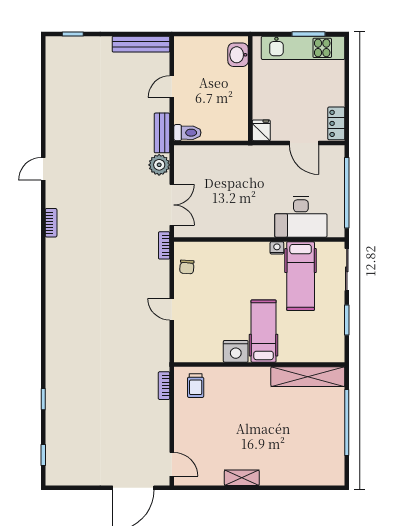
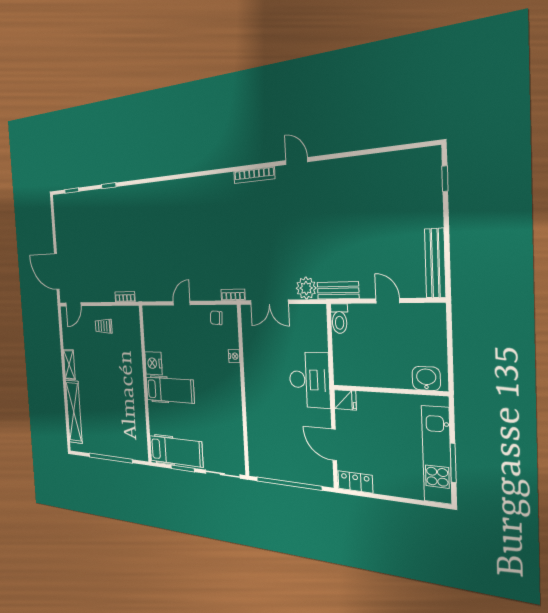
door: (304, 143) -> (334, 445), hinge flipped
desk: (301, 217) -> (309, 380), moved, turned 180
bookcase: (51, 223) -> (254, 175), width x1.56
nightstand: (277, 248) -> (234, 356), moved
hospital bed: (301, 276) -> (176, 451), moved, turned 180
shelving: (308, 377) -> (74, 412), moved
trolley: (196, 386) -> (104, 326), moved

